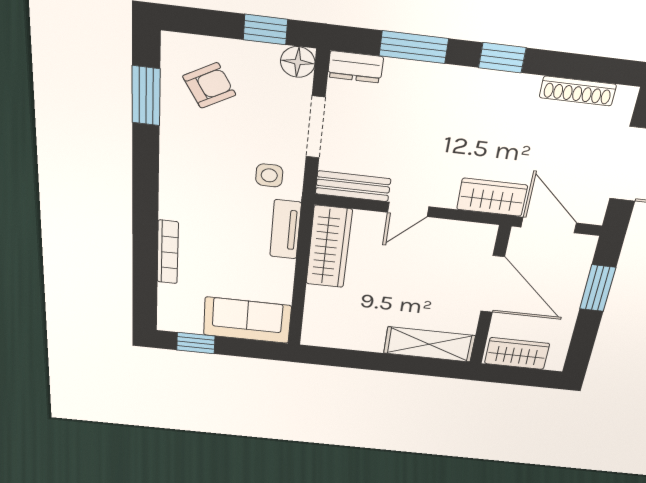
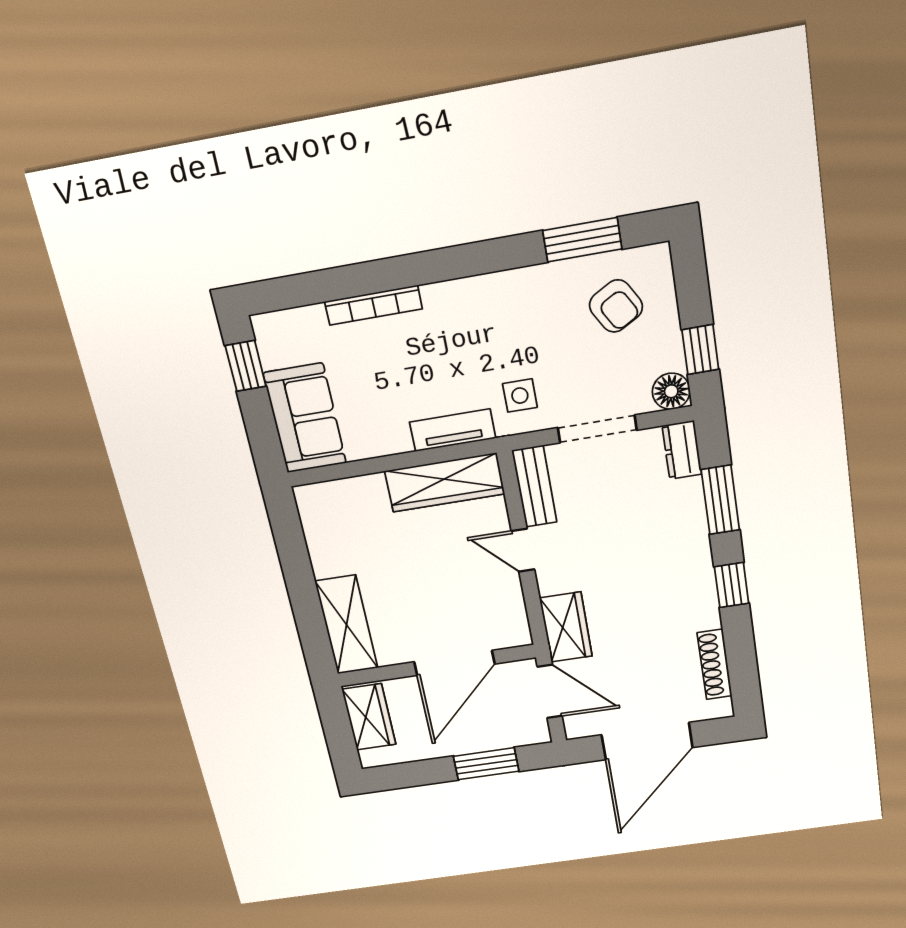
door: (549, 225) -> (550, 691), hinge flipped

